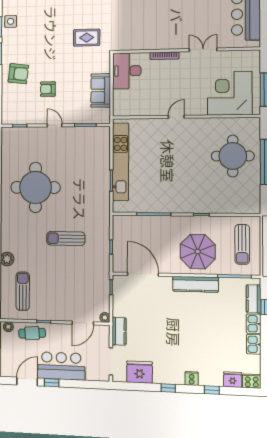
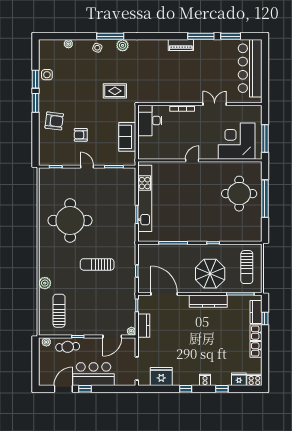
kitchen counter: (119, 331) -> (144, 326), moved

